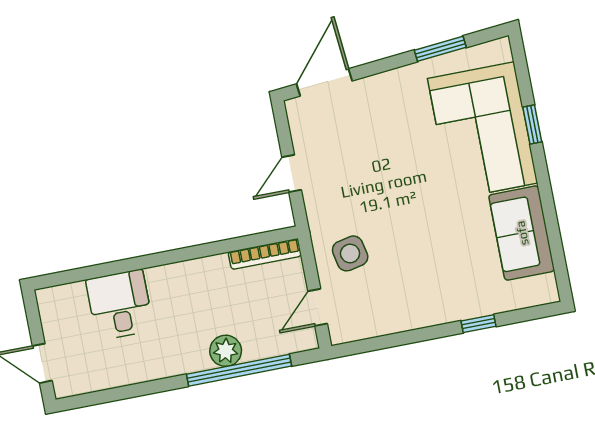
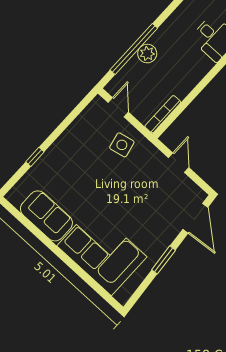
window: (440, 49) -> (164, 260), moved
window: (532, 124) -> (80, 272), removed

